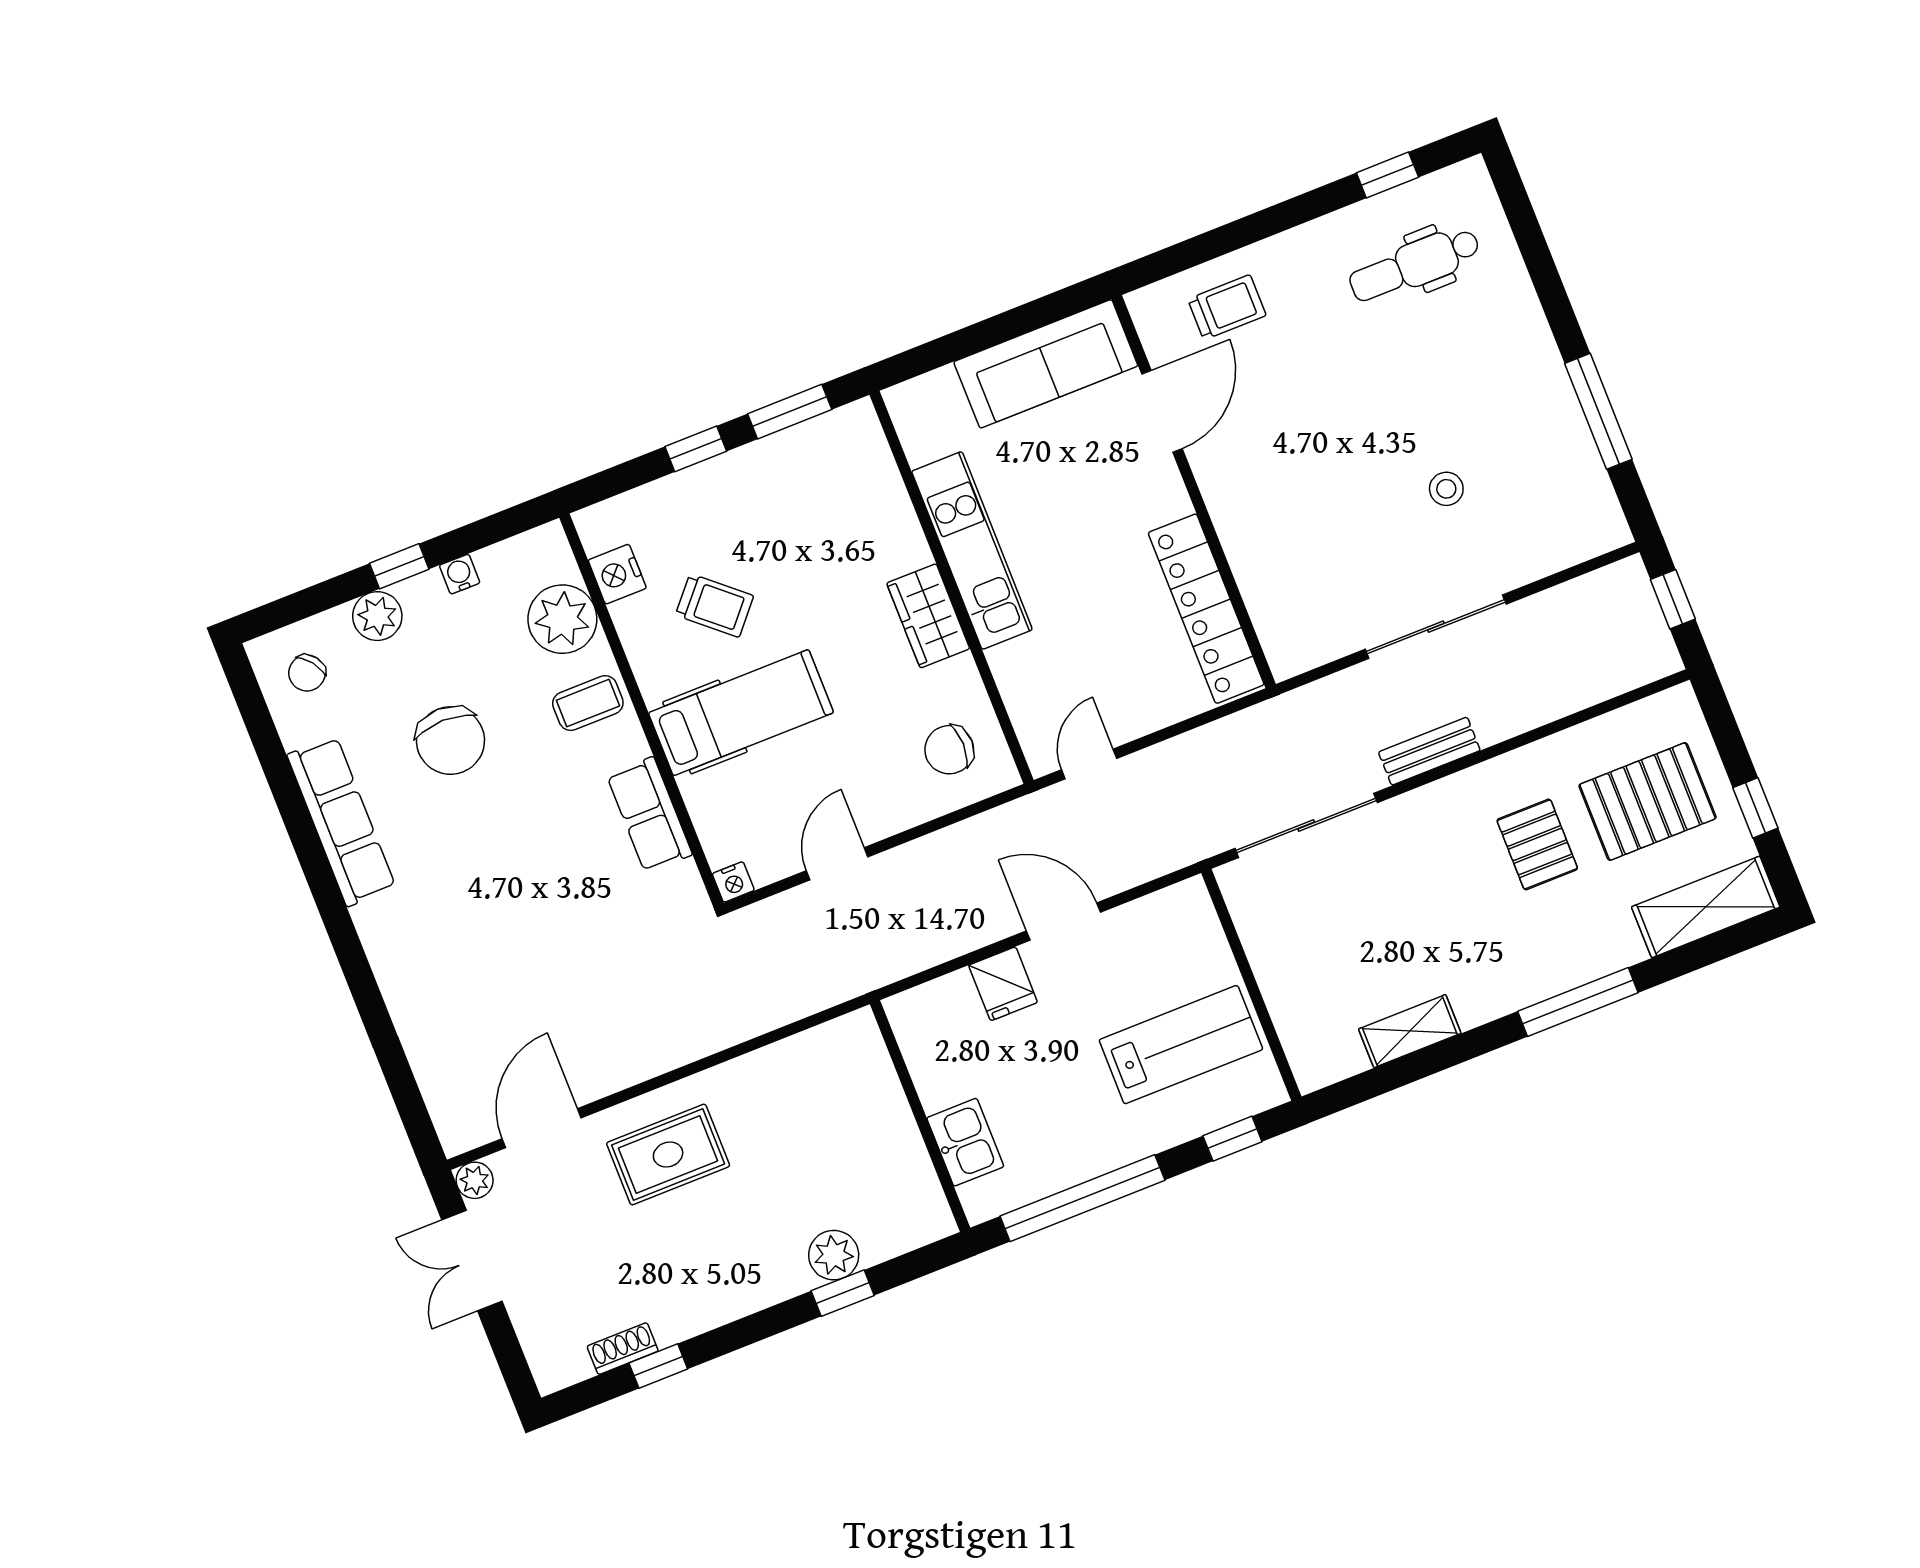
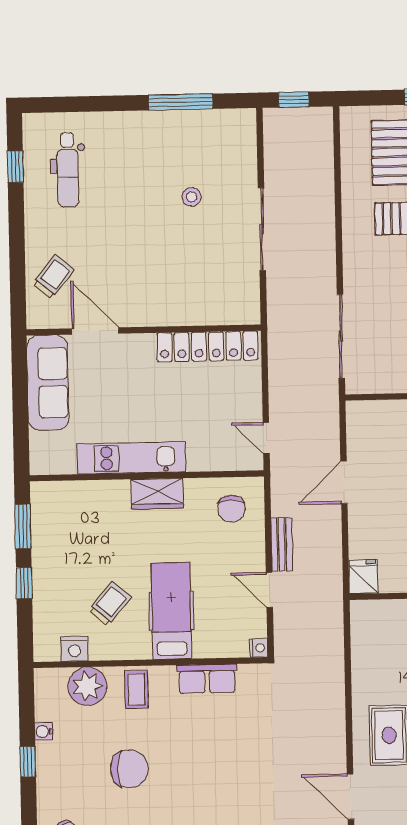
trolley: (1227, 307) -> (53, 277), turned 39
plant: (377, 616) -> (50, 783), removed
bench: (1429, 751) -> (282, 544), moved
fridge: (1003, 984) -> (364, 577), moved, turned -90

